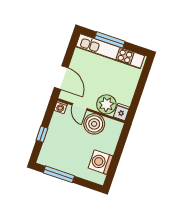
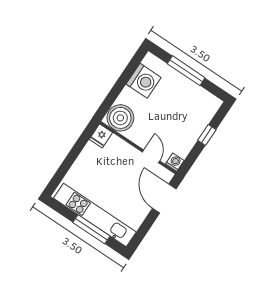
plant: (106, 104) -> (117, 150), removed
boiler: (94, 124) -> (120, 118), moved
window: (59, 174) -> (186, 71), moved

